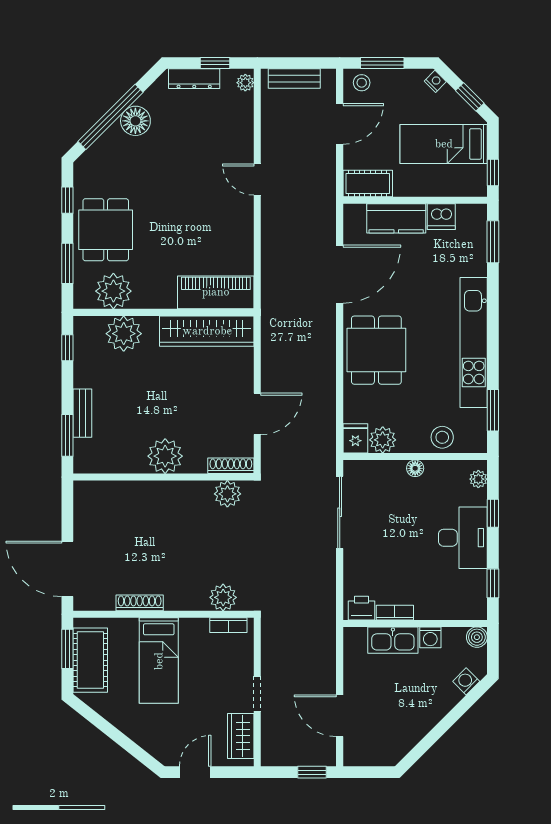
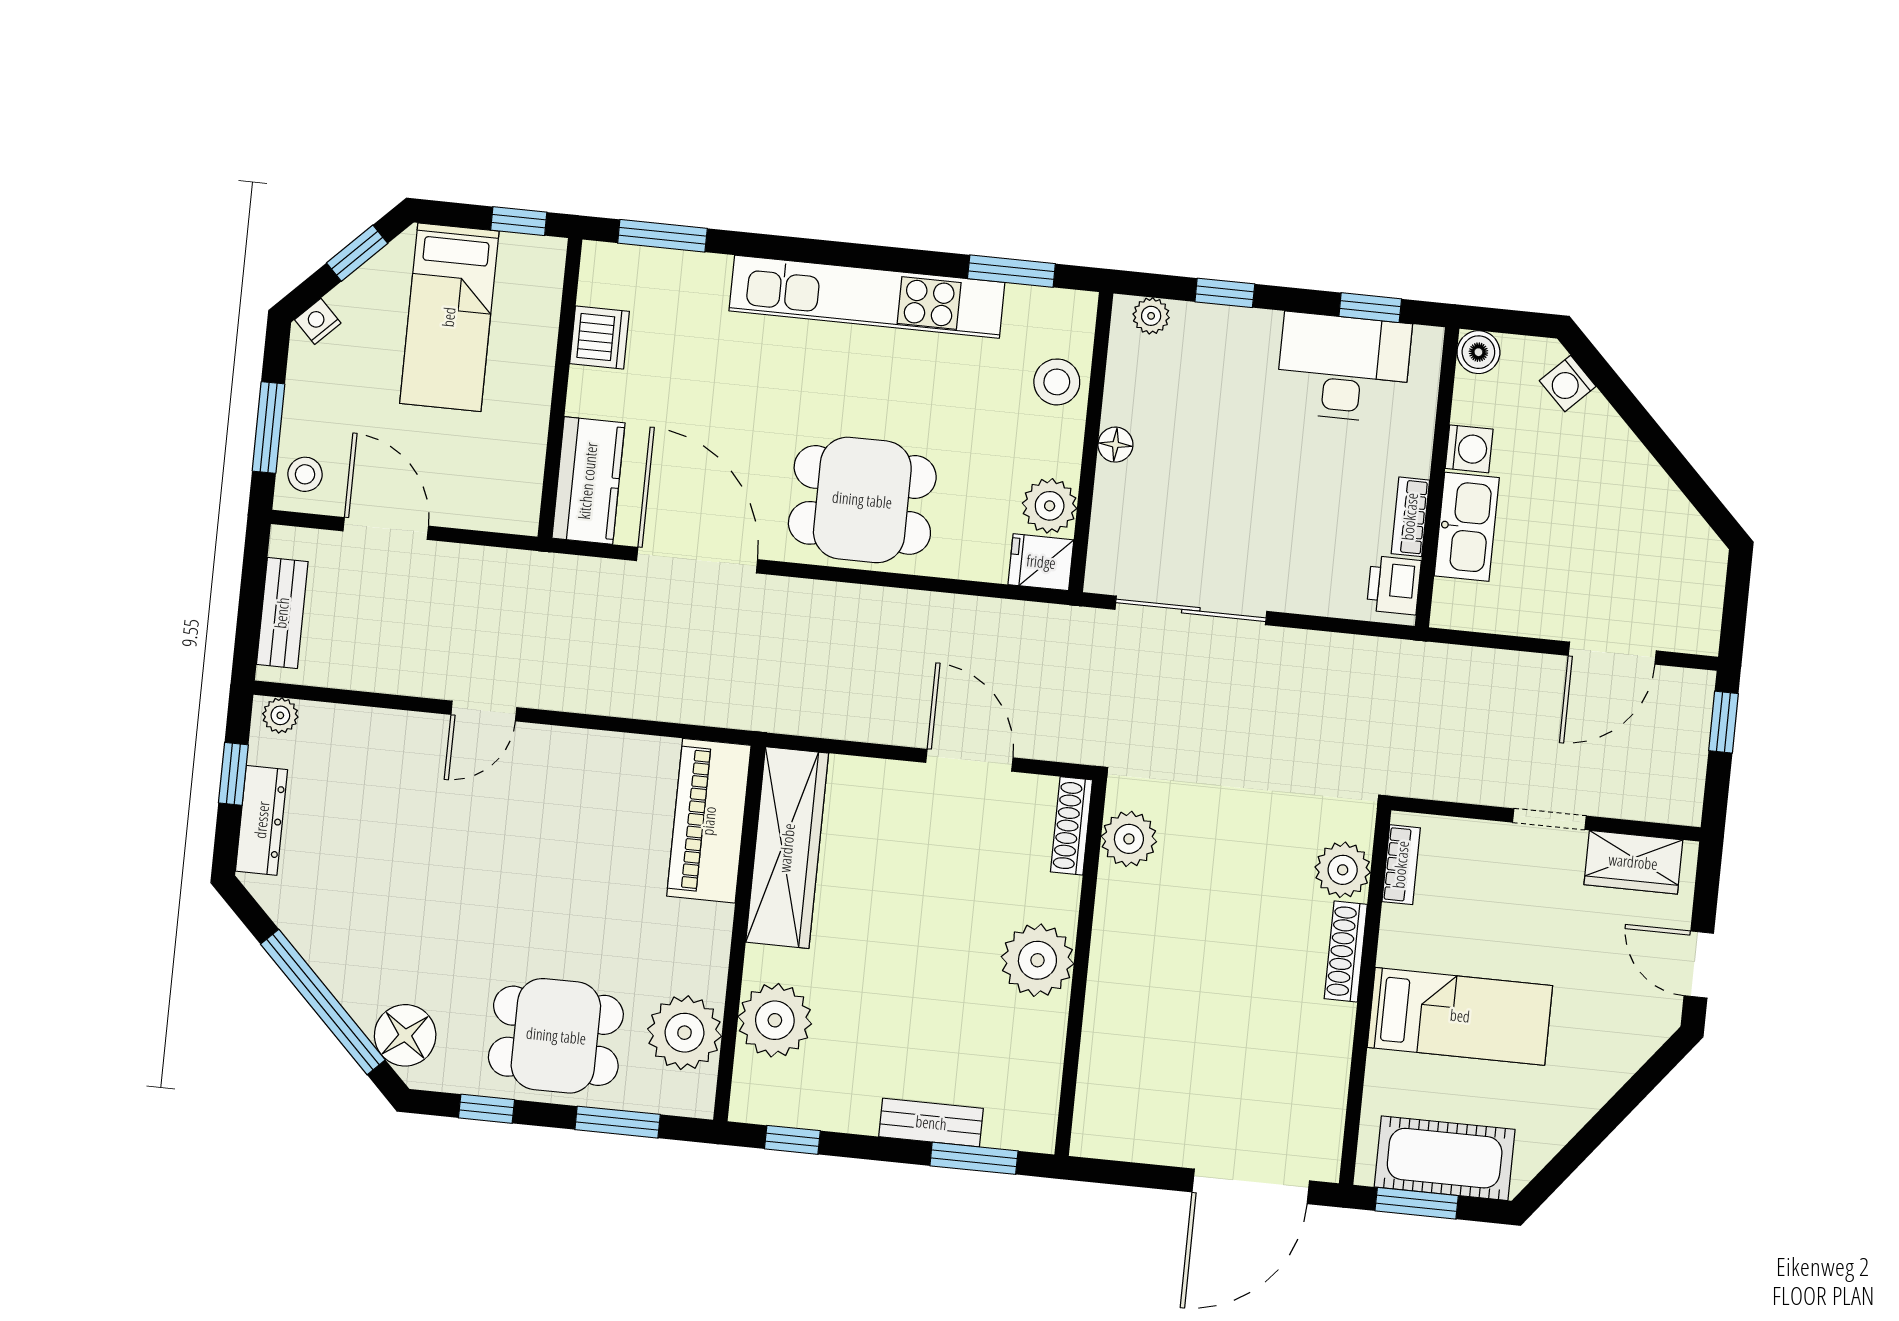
floor lamp: (135, 121) -> (405, 1035), moved
cot: (368, 183) -> (515, 483), removed
kitchen counter: (396, 218) -> (588, 481), moved
desk: (463, 538) -> (1344, 368), moved
shoe rack: (140, 603) -> (1346, 952), moved

